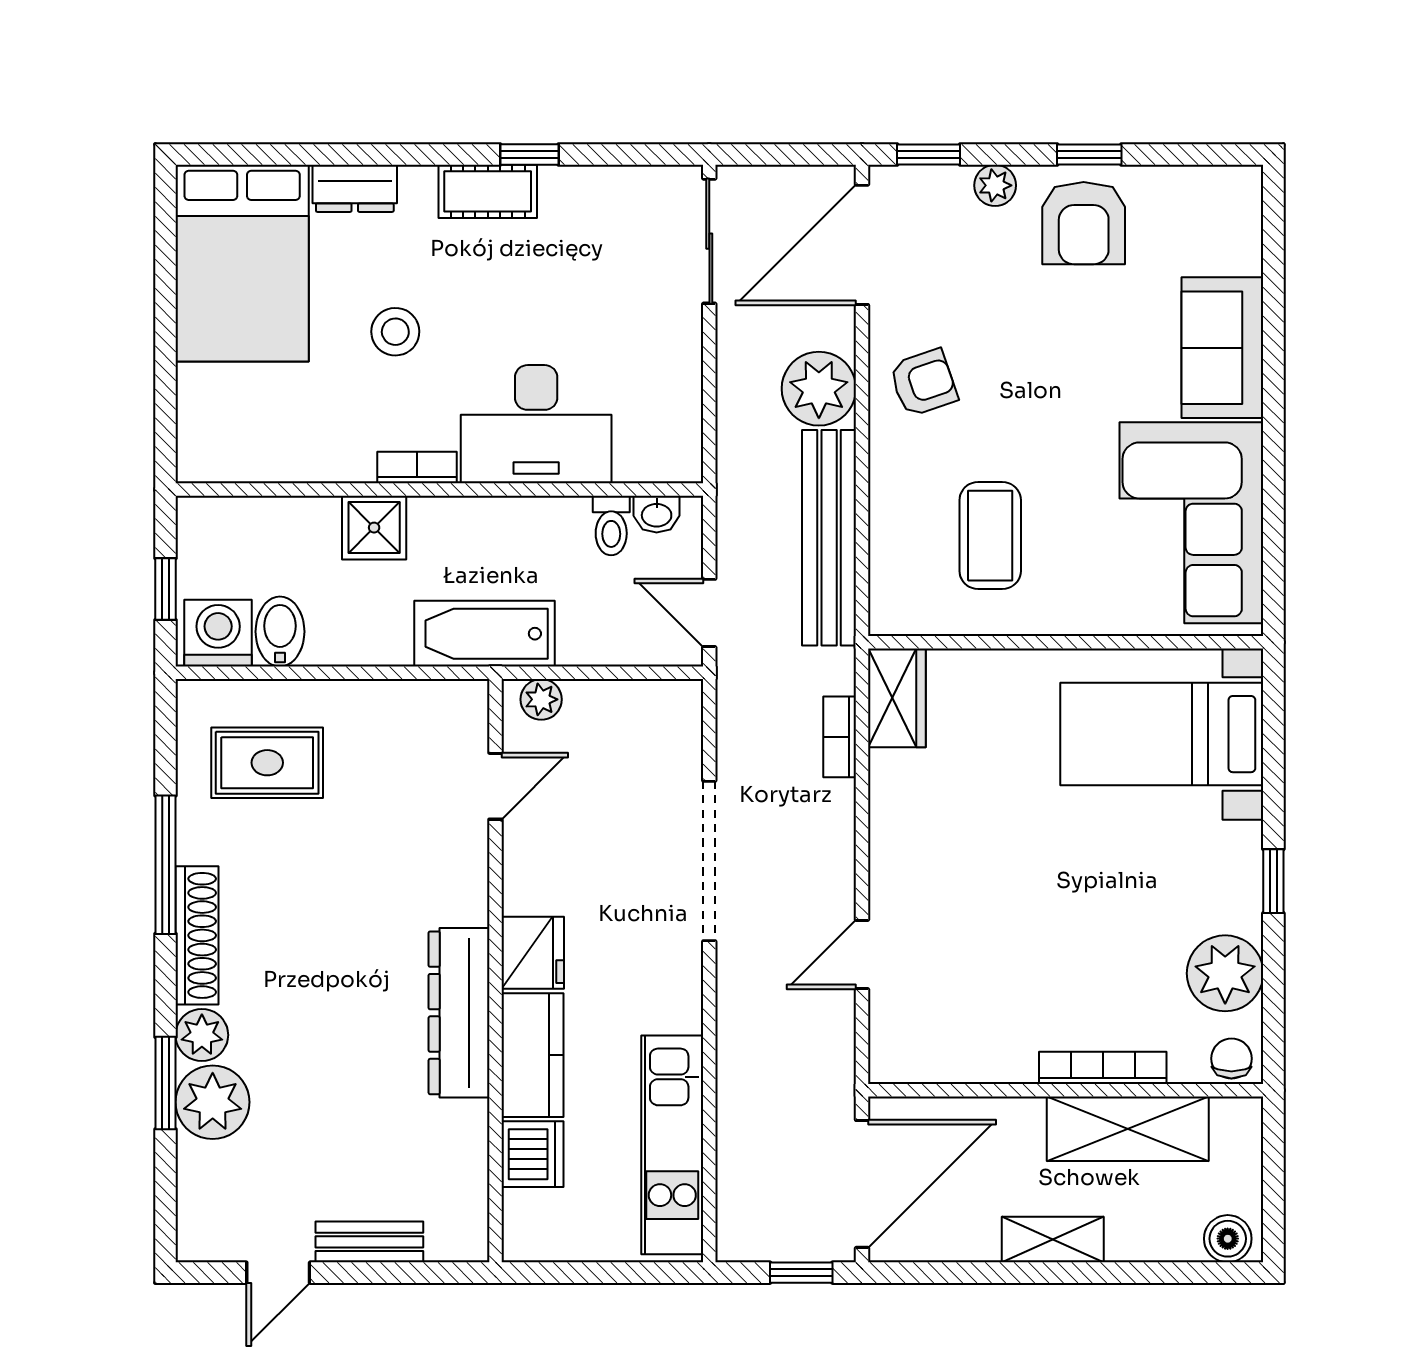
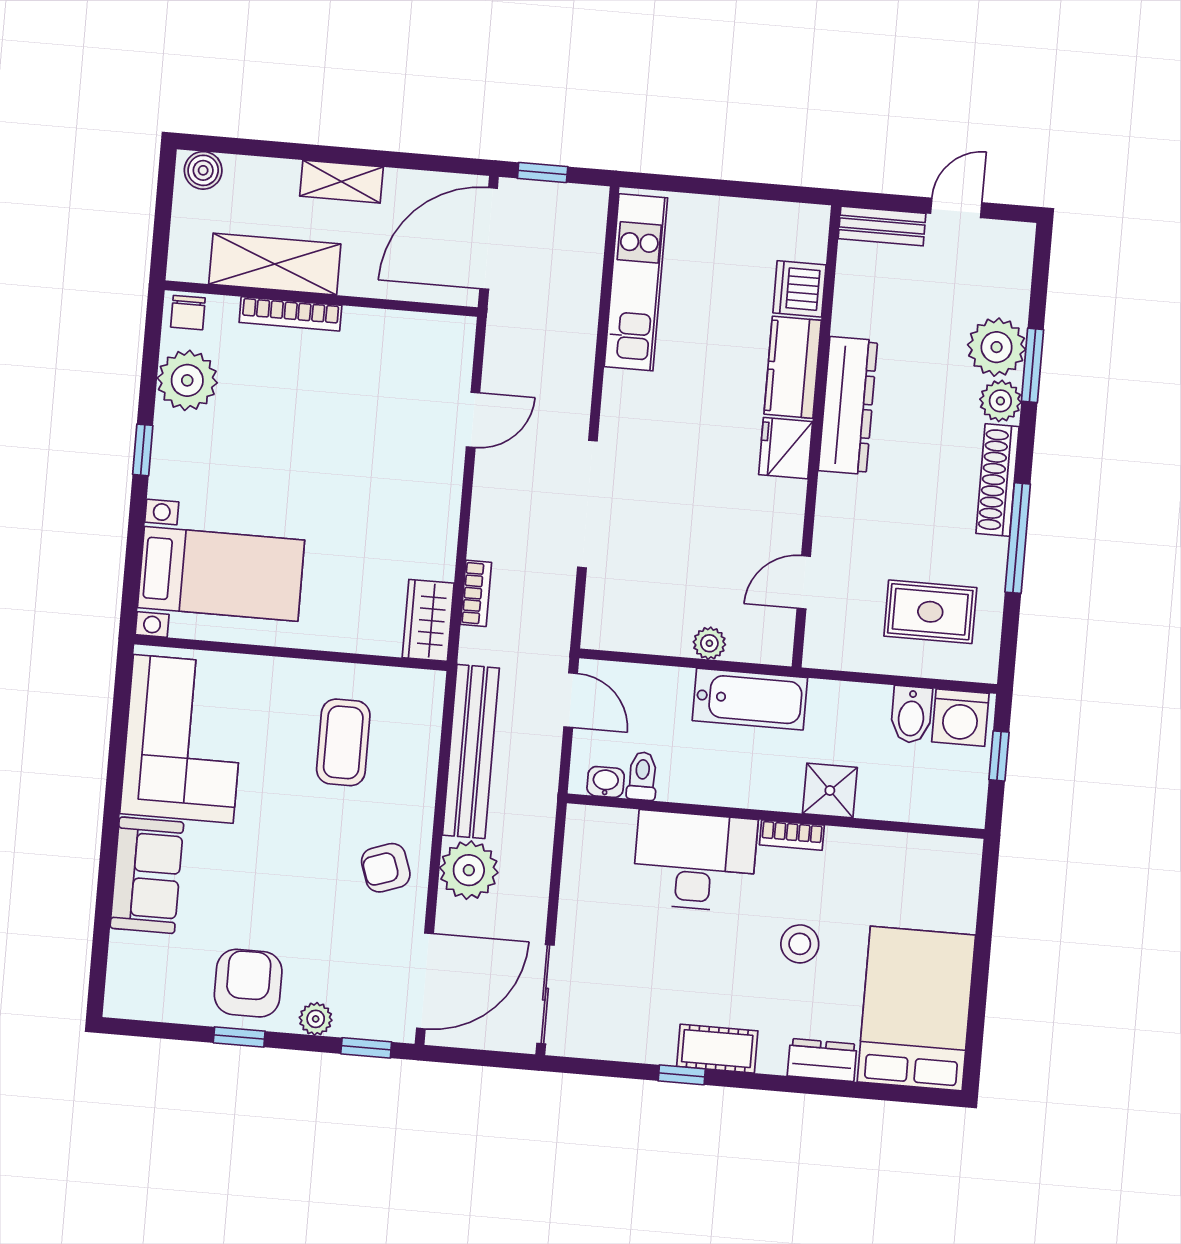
door: (495, 786) -> (804, 582), moved
fridge: (533, 953) -> (786, 448), moved
wall: (495, 971) -> (816, 436), moved
dresser: (459, 1013) -> (848, 406), moved
kitchen counter: (532, 1055) -> (793, 367), moved
dishwasher: (532, 1154) -> (799, 289), moved

